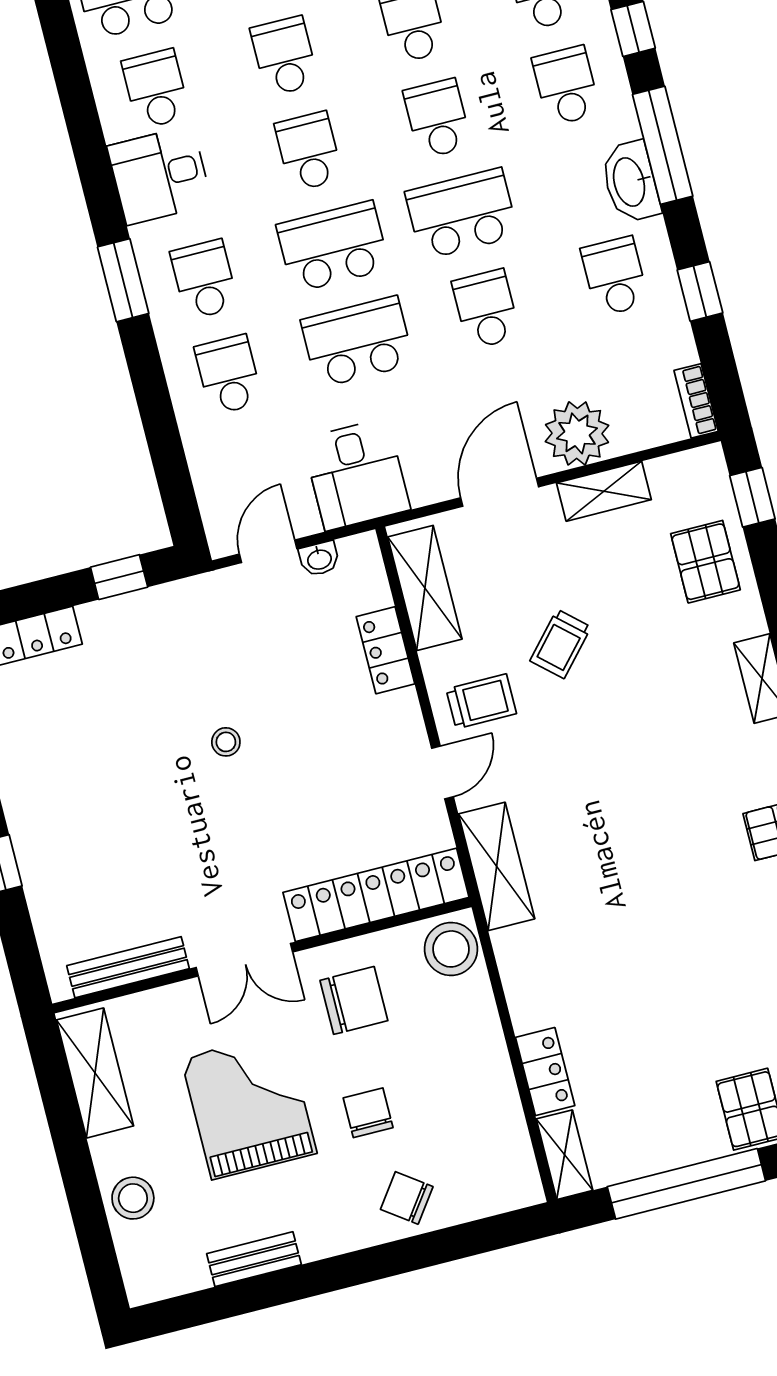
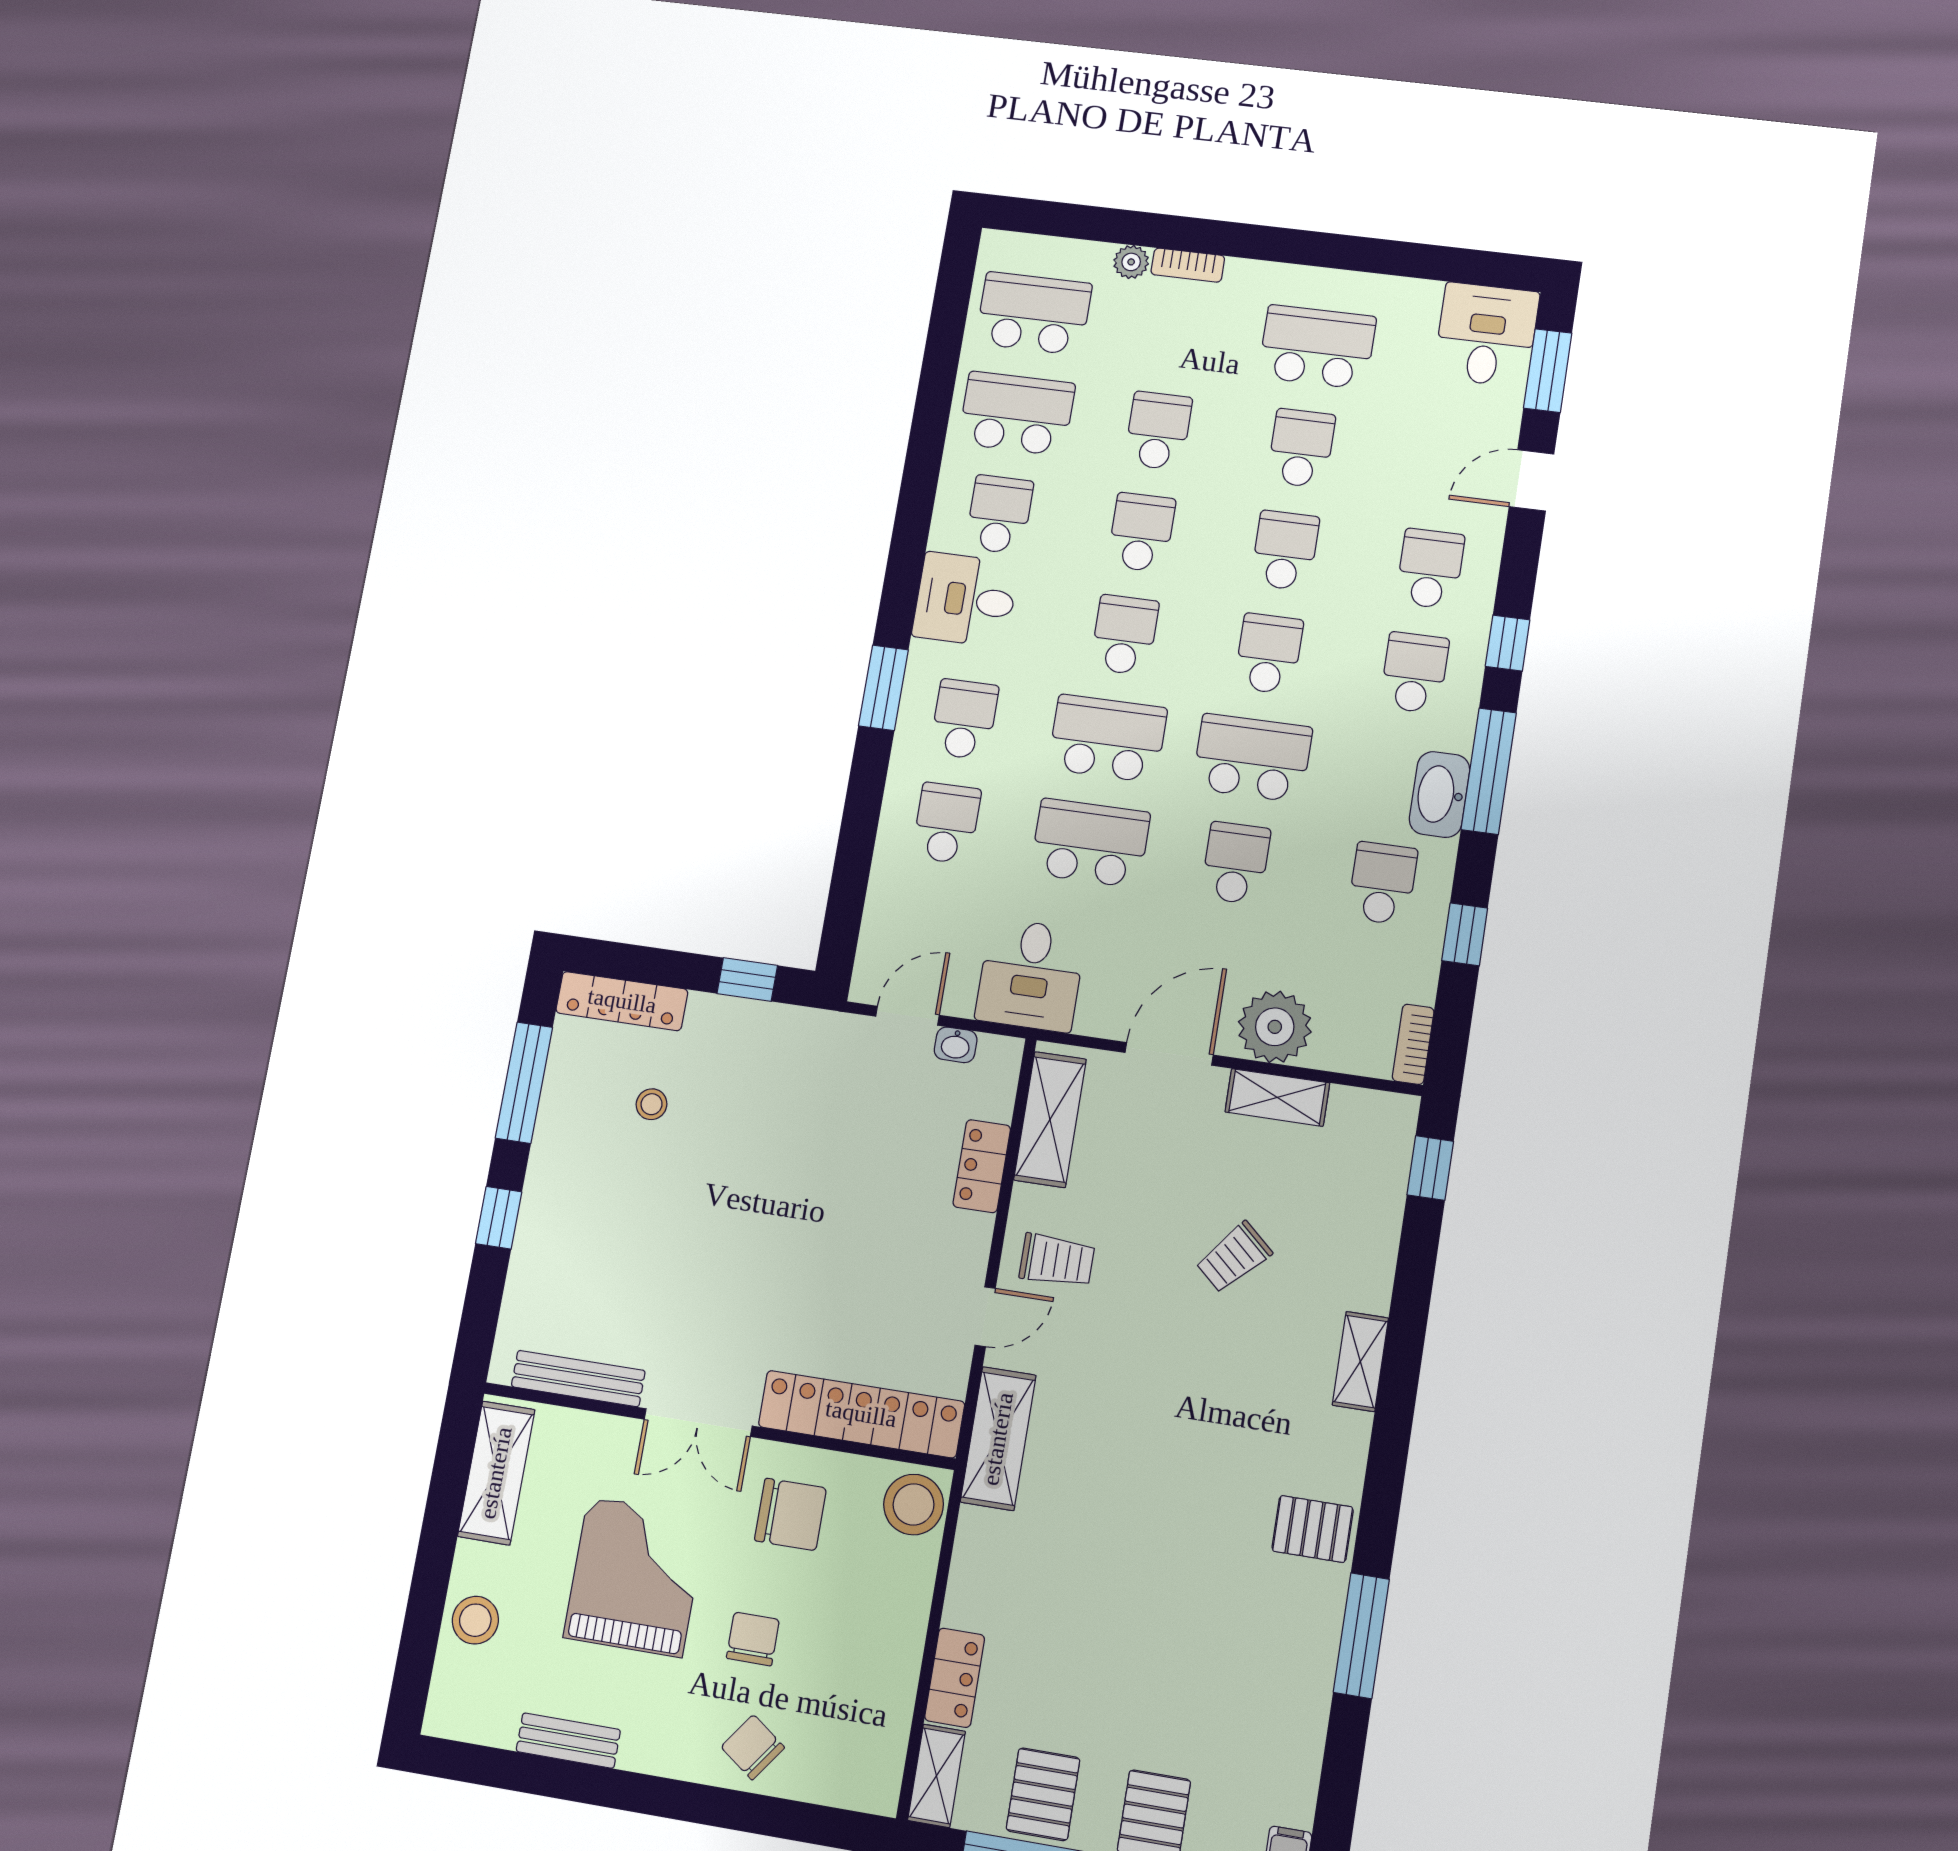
pallet: (705, 562) -> (1043, 1794), moved
trolley: (561, 644) -> (1234, 1257), moved
stool: (226, 742) -> (652, 1104), moved

